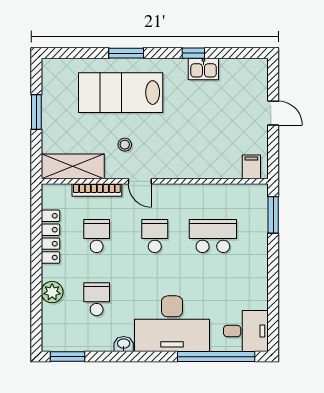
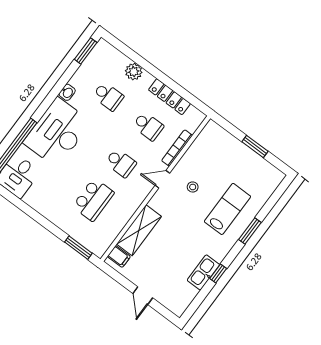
kitchen sink: (203, 69) -> (203, 272), width x1.38
lab bench: (121, 93) -> (227, 209), width x0.73, depth x0.72
door: (273, 113) -> (143, 296), hinge flipped
shelving: (73, 166) -> (139, 230), moved

